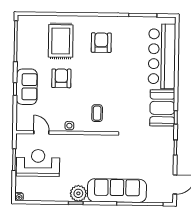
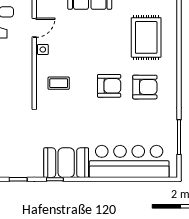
rug: (61, 41) -> (146, 37), turned 90
armchair: (61, 78) -> (109, 86), moved
door: (41, 132) -> (34, 28), moved

